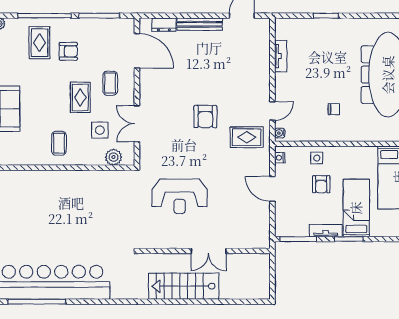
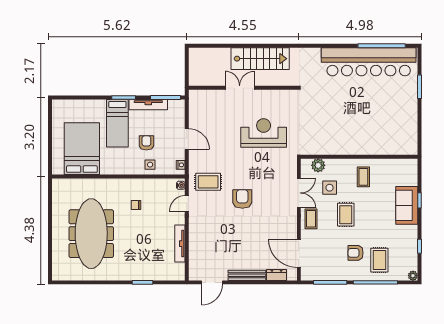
tv unit: (281, 56) -> (180, 244), width x1.41
coffee table: (110, 83) -> (311, 219), moved
tv unit: (326, 231) -> (148, 105), width x1.41

